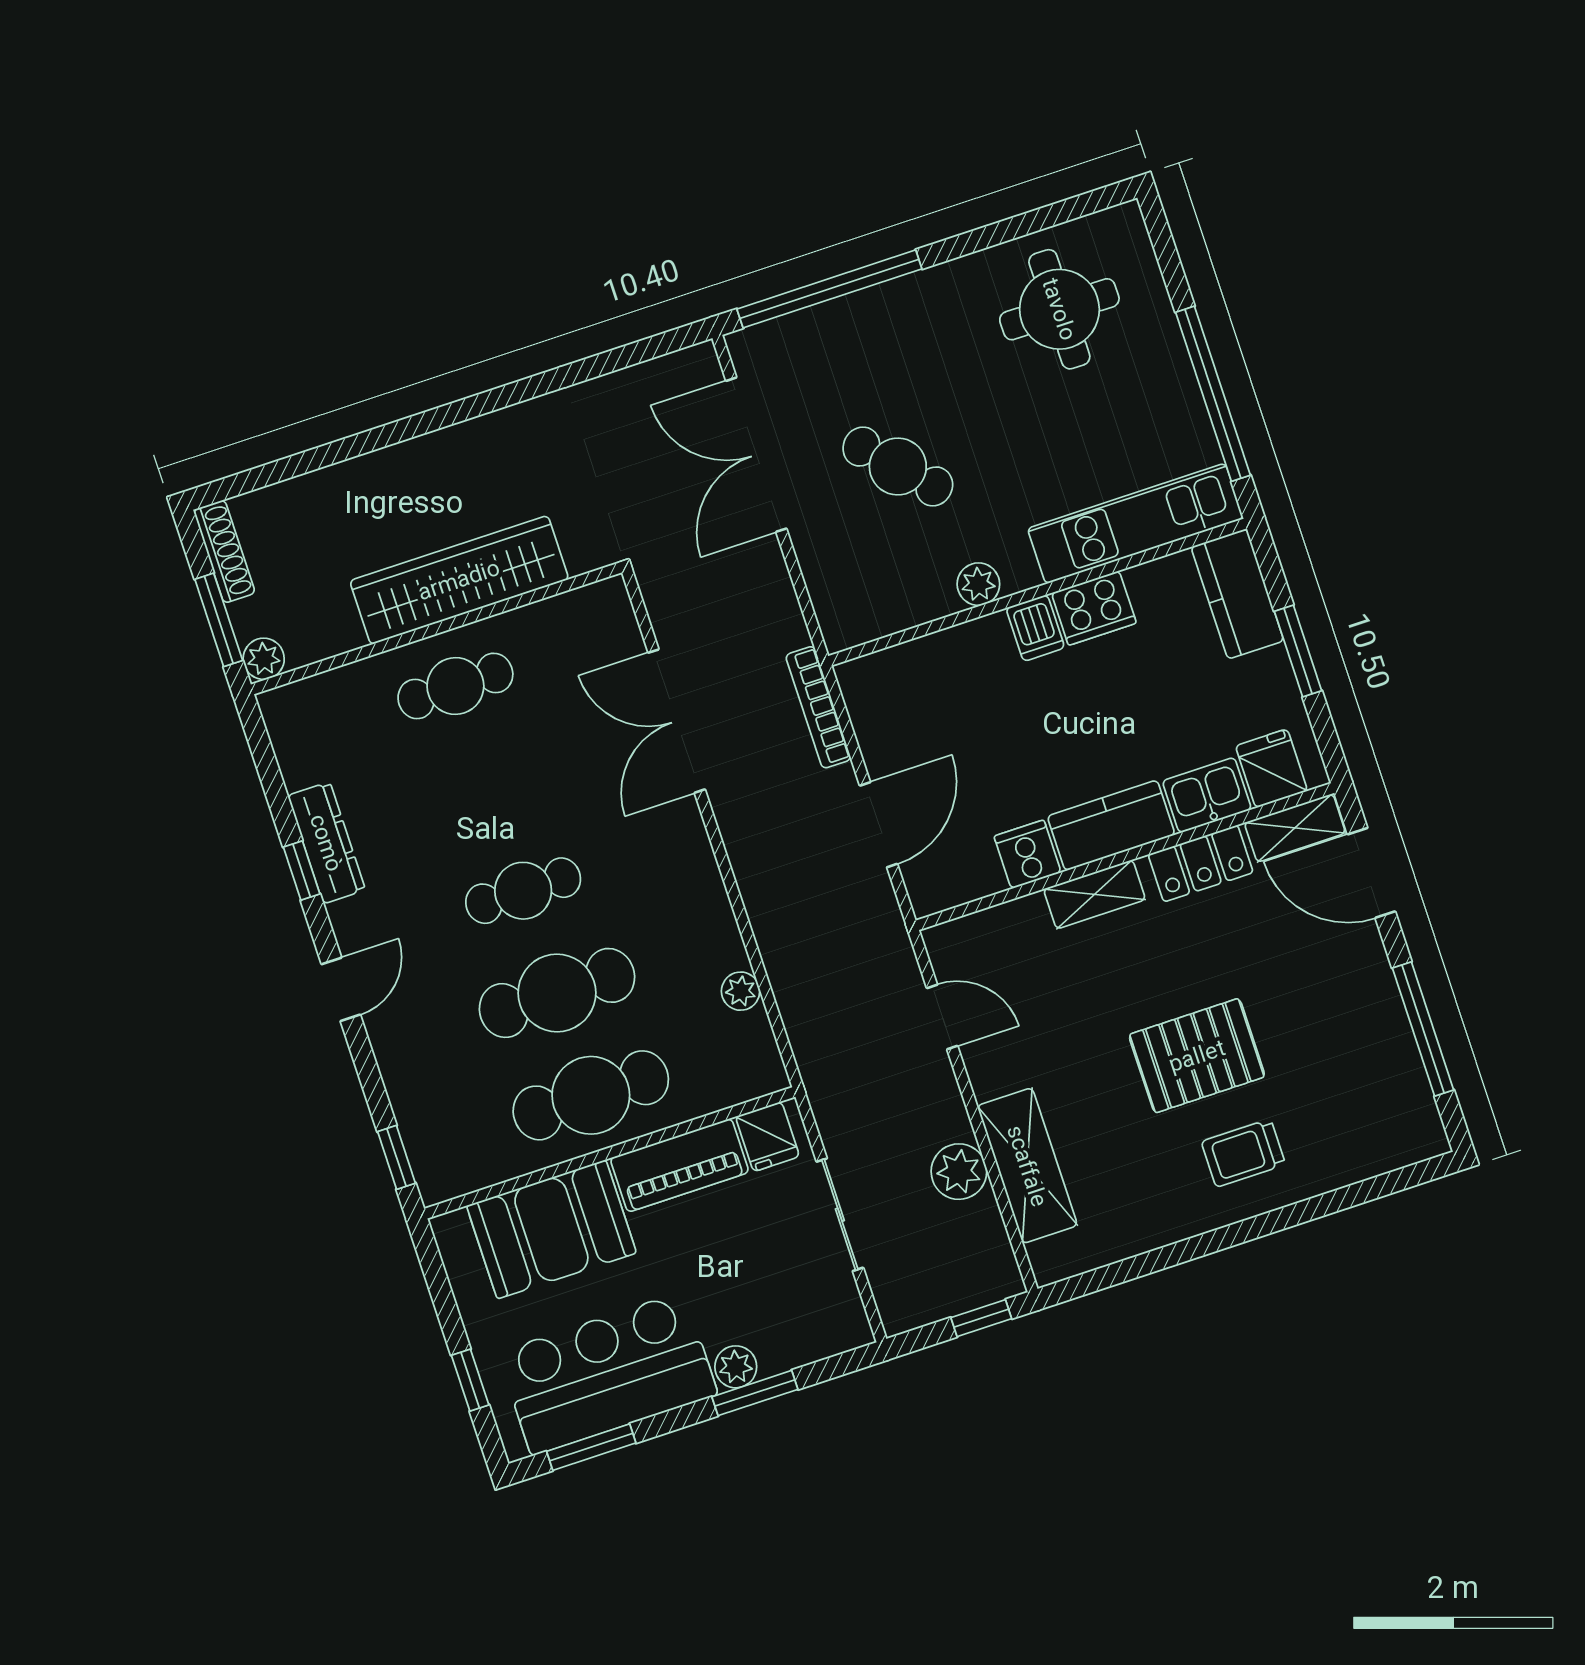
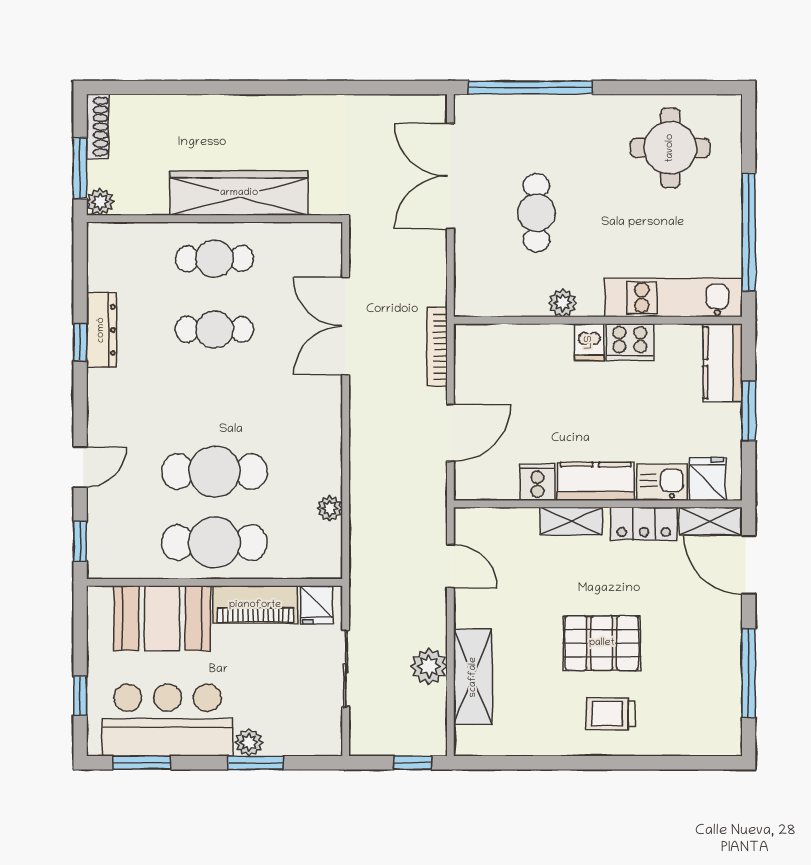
cafe table: (898, 467) -> (537, 213), turned 43
cafe table: (523, 891) -> (214, 330), moved
door: (341, 989) -> (80, 467), moved

